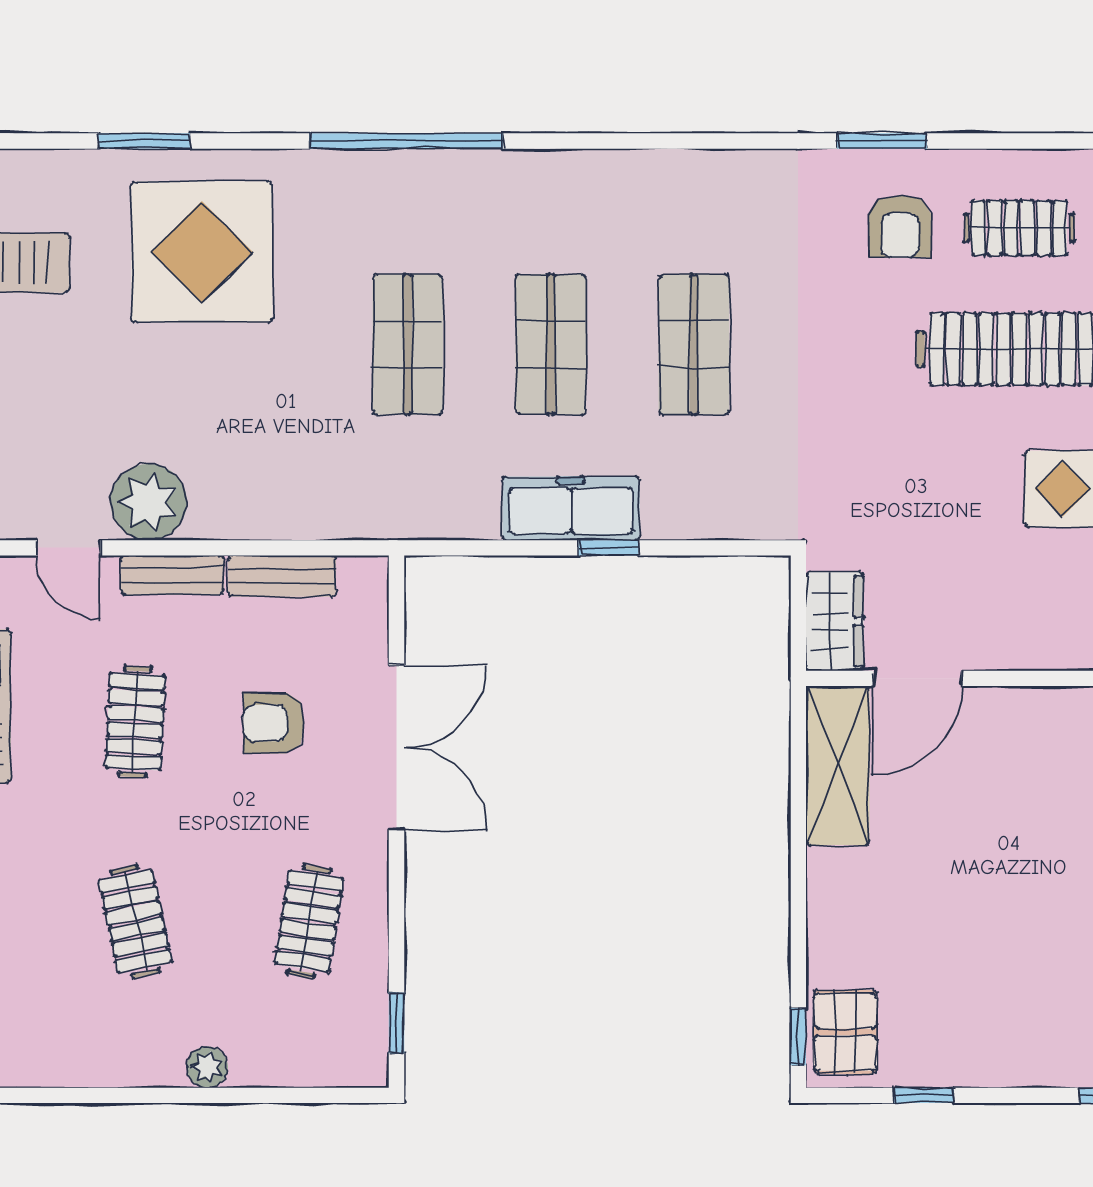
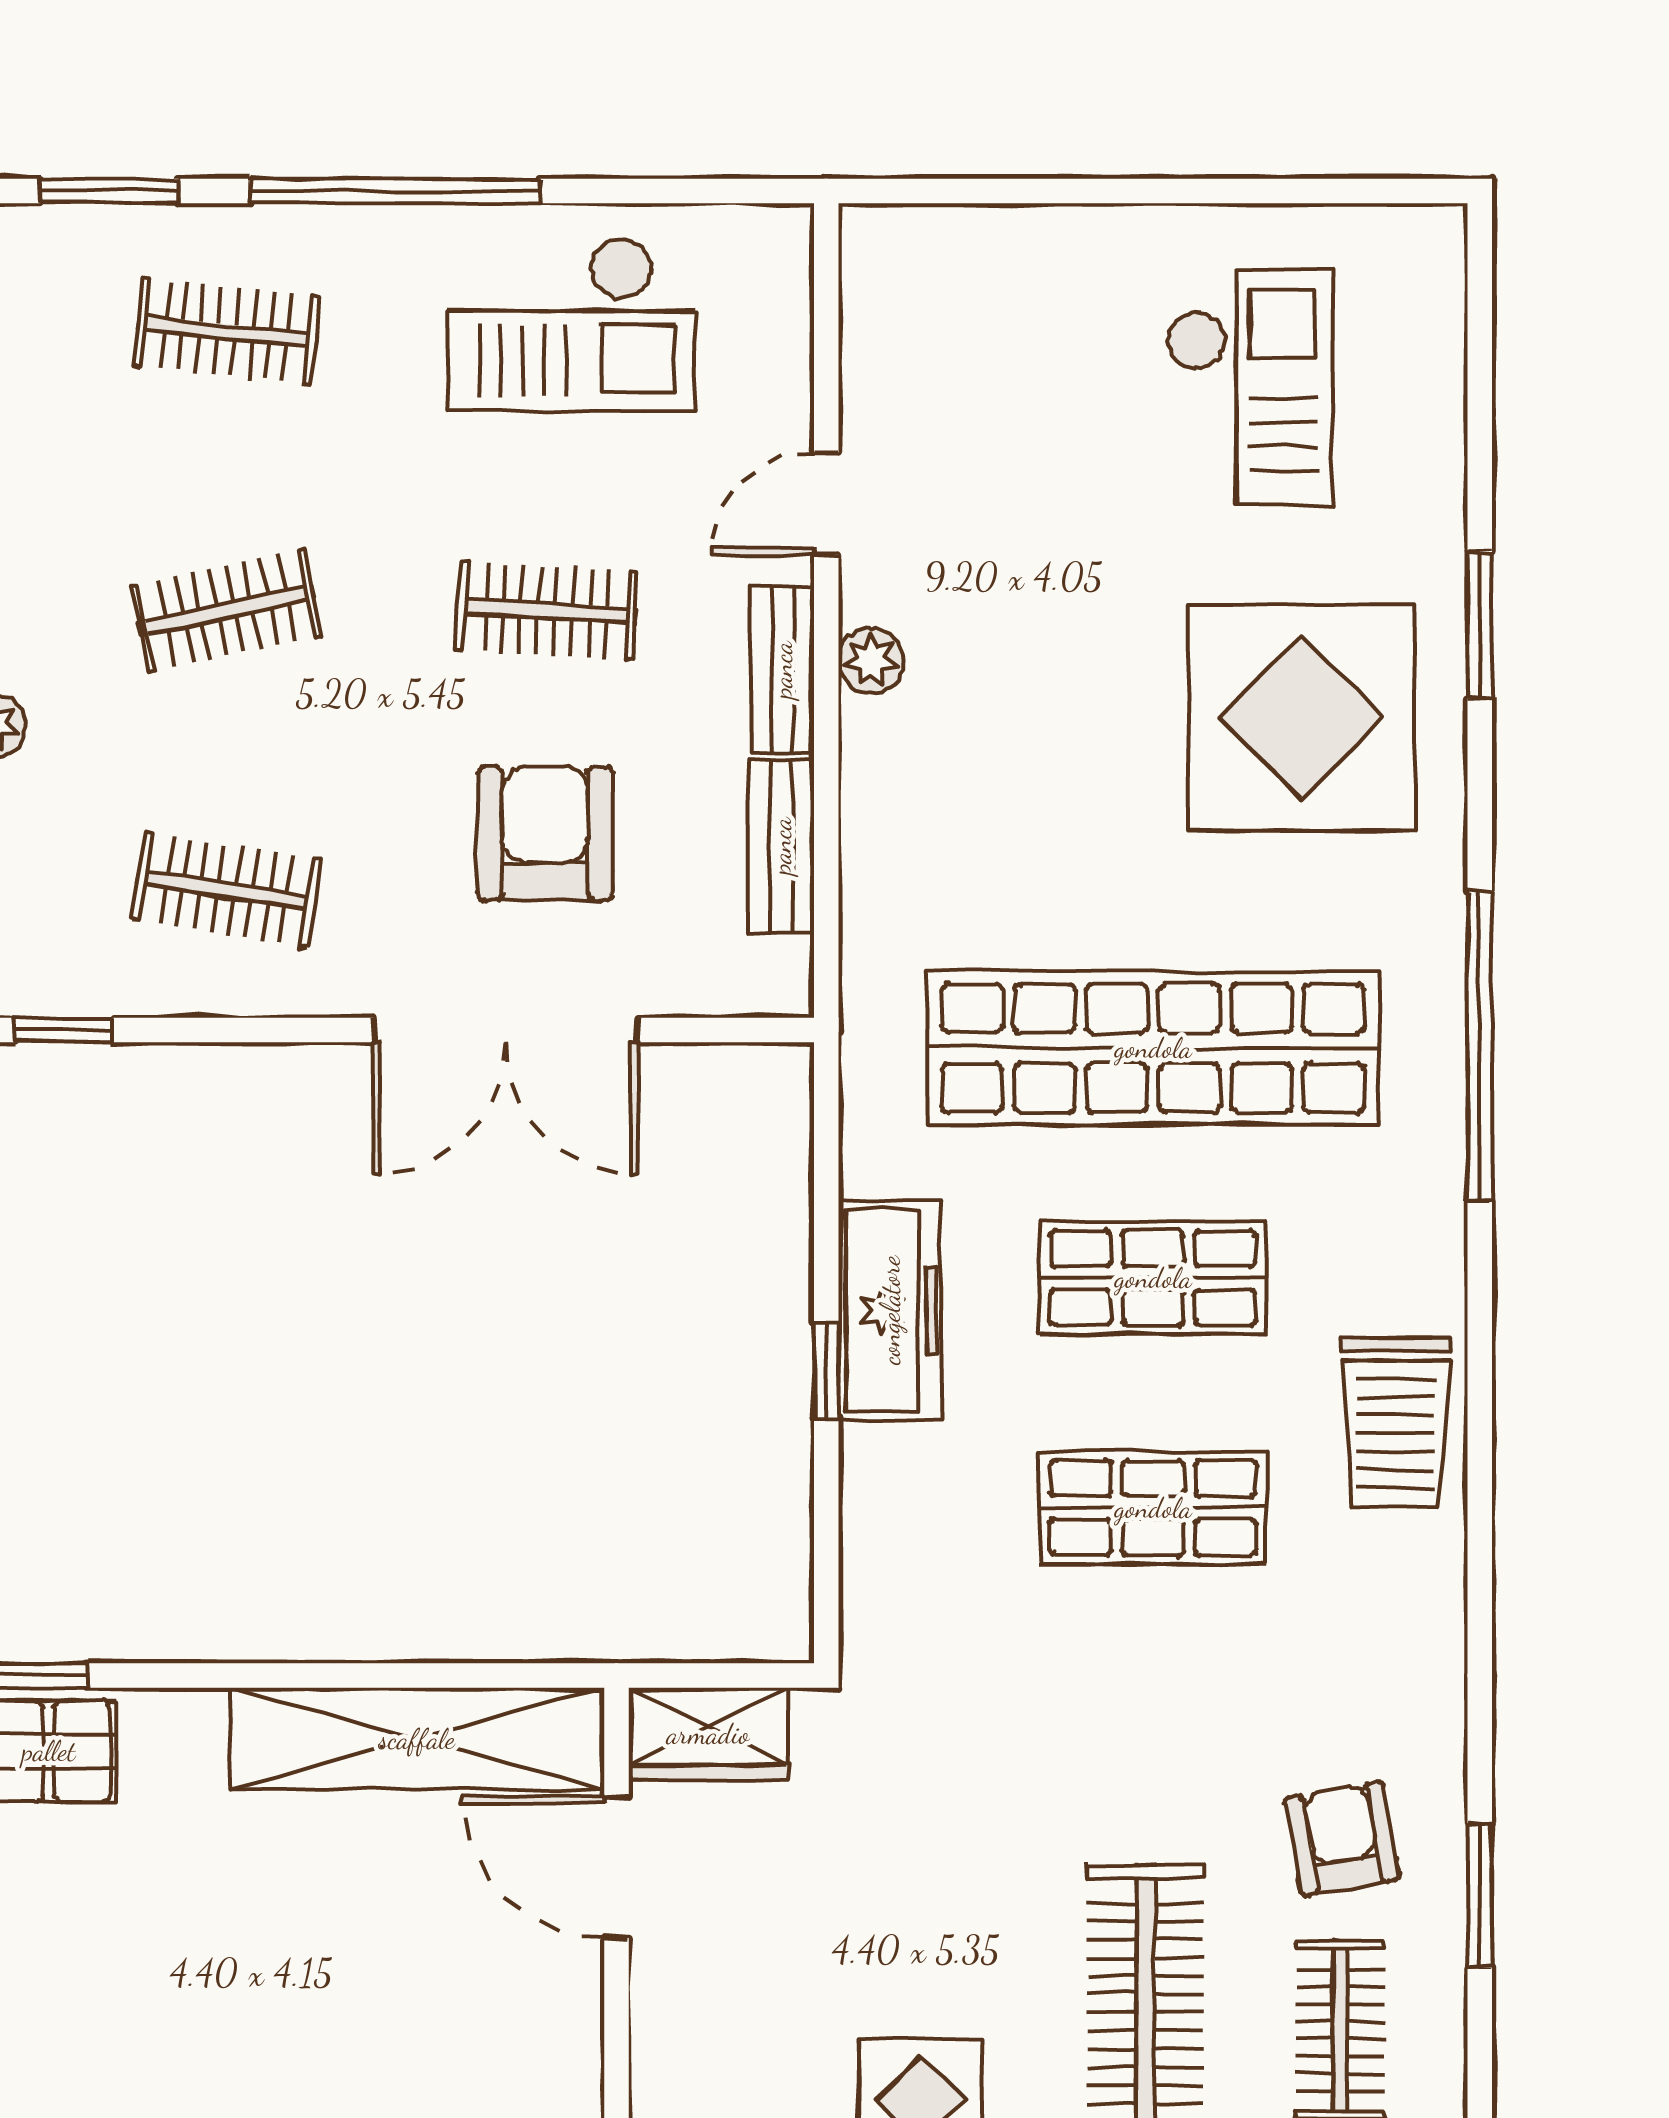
window: (882, 141) -> (1480, 1895), moved
trolley: (640, 193) -> (1396, 1422), added
armchair: (900, 227) -> (1342, 1839), turned 80
shop shelf: (408, 344) -> (1153, 1048), width x2.00, depth x1.36
plant: (149, 502) -> (871, 661), width x0.53, depth x0.53
armchair: (274, 723) -> (545, 833), width x1.38, depth x1.38
shelving: (838, 765) -> (417, 1739), width x1.47

